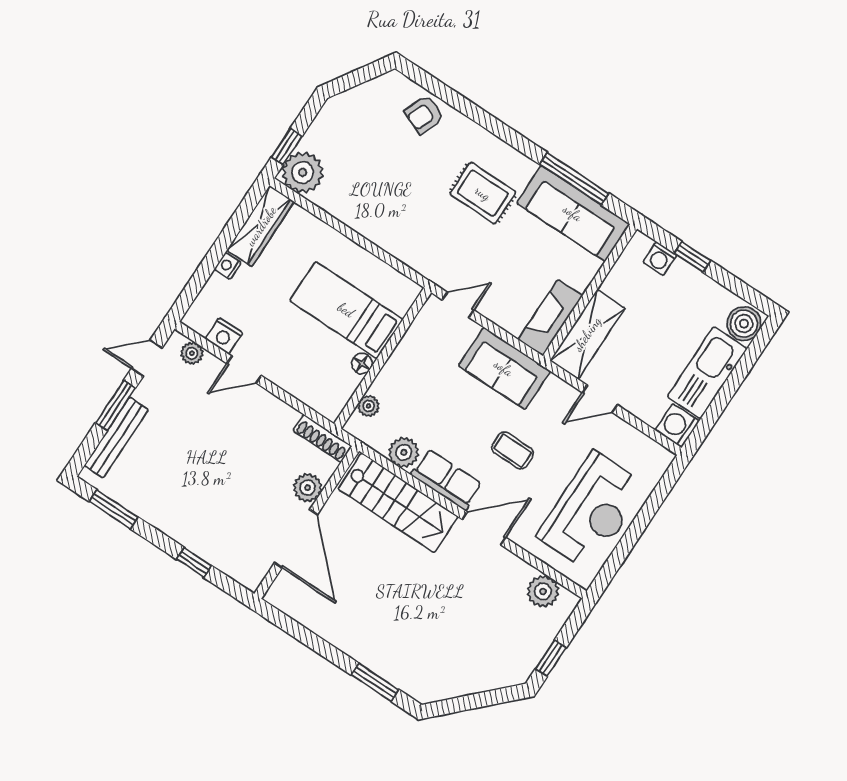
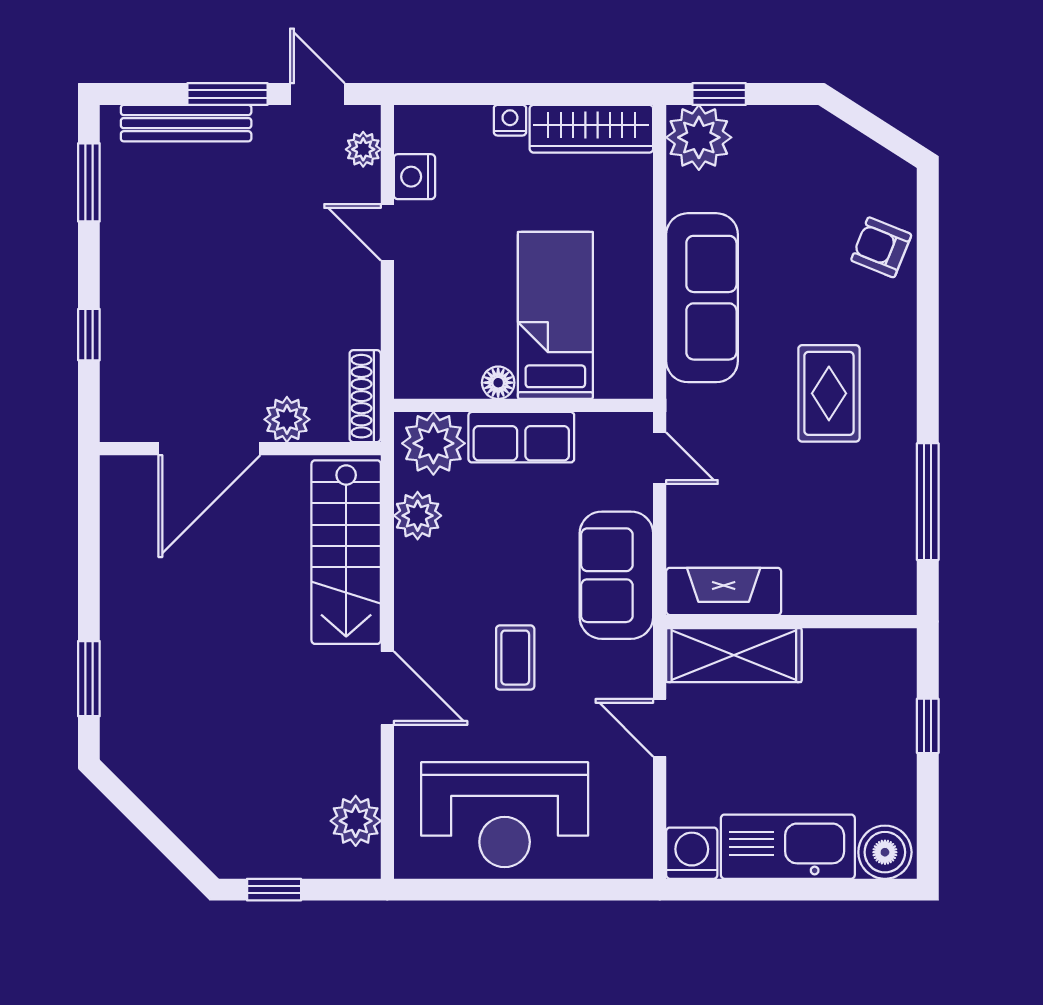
sofa: (573, 213) -> (702, 298), moved, turned 180
washing machine: (660, 259) -> (897, 684), removed
plant: (369, 406) -> (433, 443), width x1.87, depth x1.87
row of seats: (447, 480) -> (521, 437), moved, turned 90

